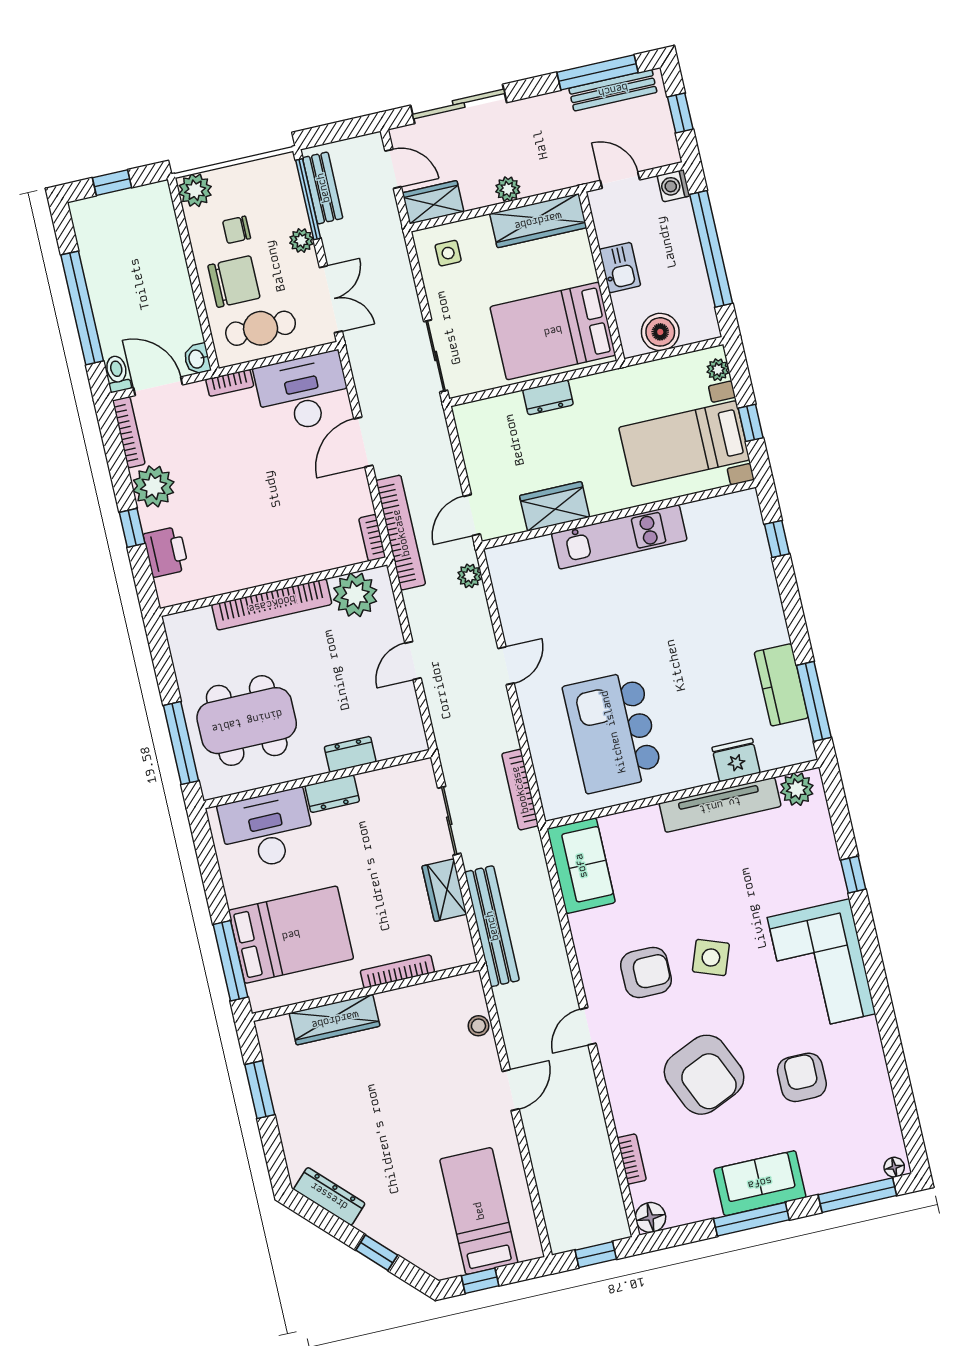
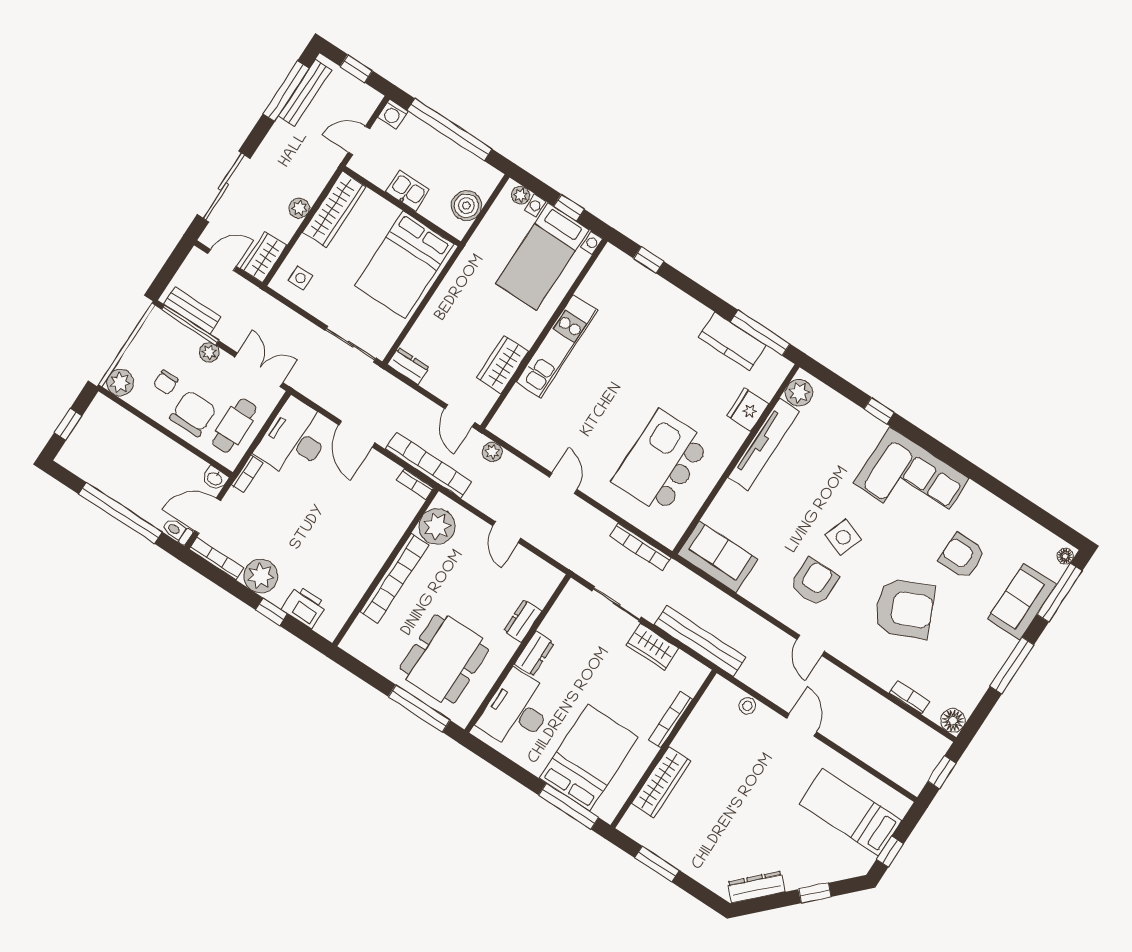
dresser: (548, 397) -> (408, 366), moved, turned -90
kitchen island: (613, 732) -> (661, 462), turned 90
sofa: (760, 1183) -> (1022, 602), moved

